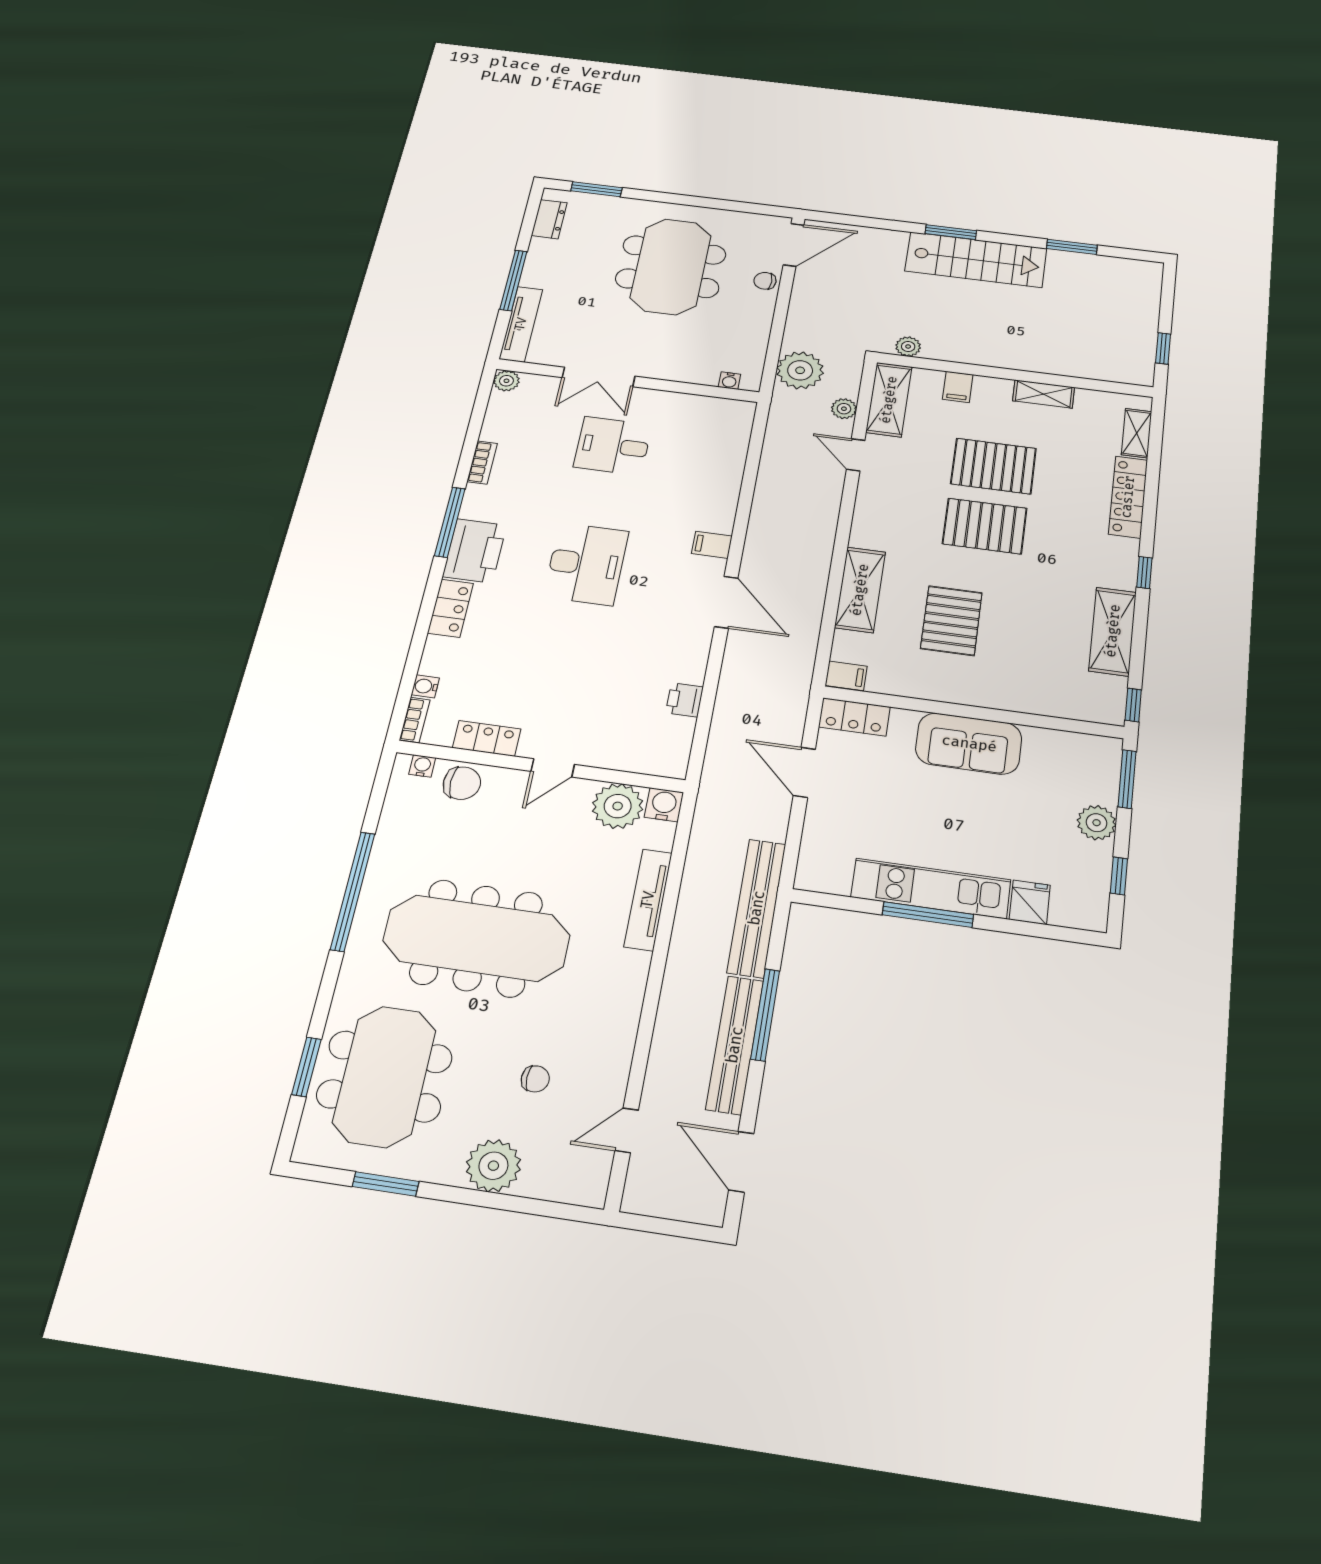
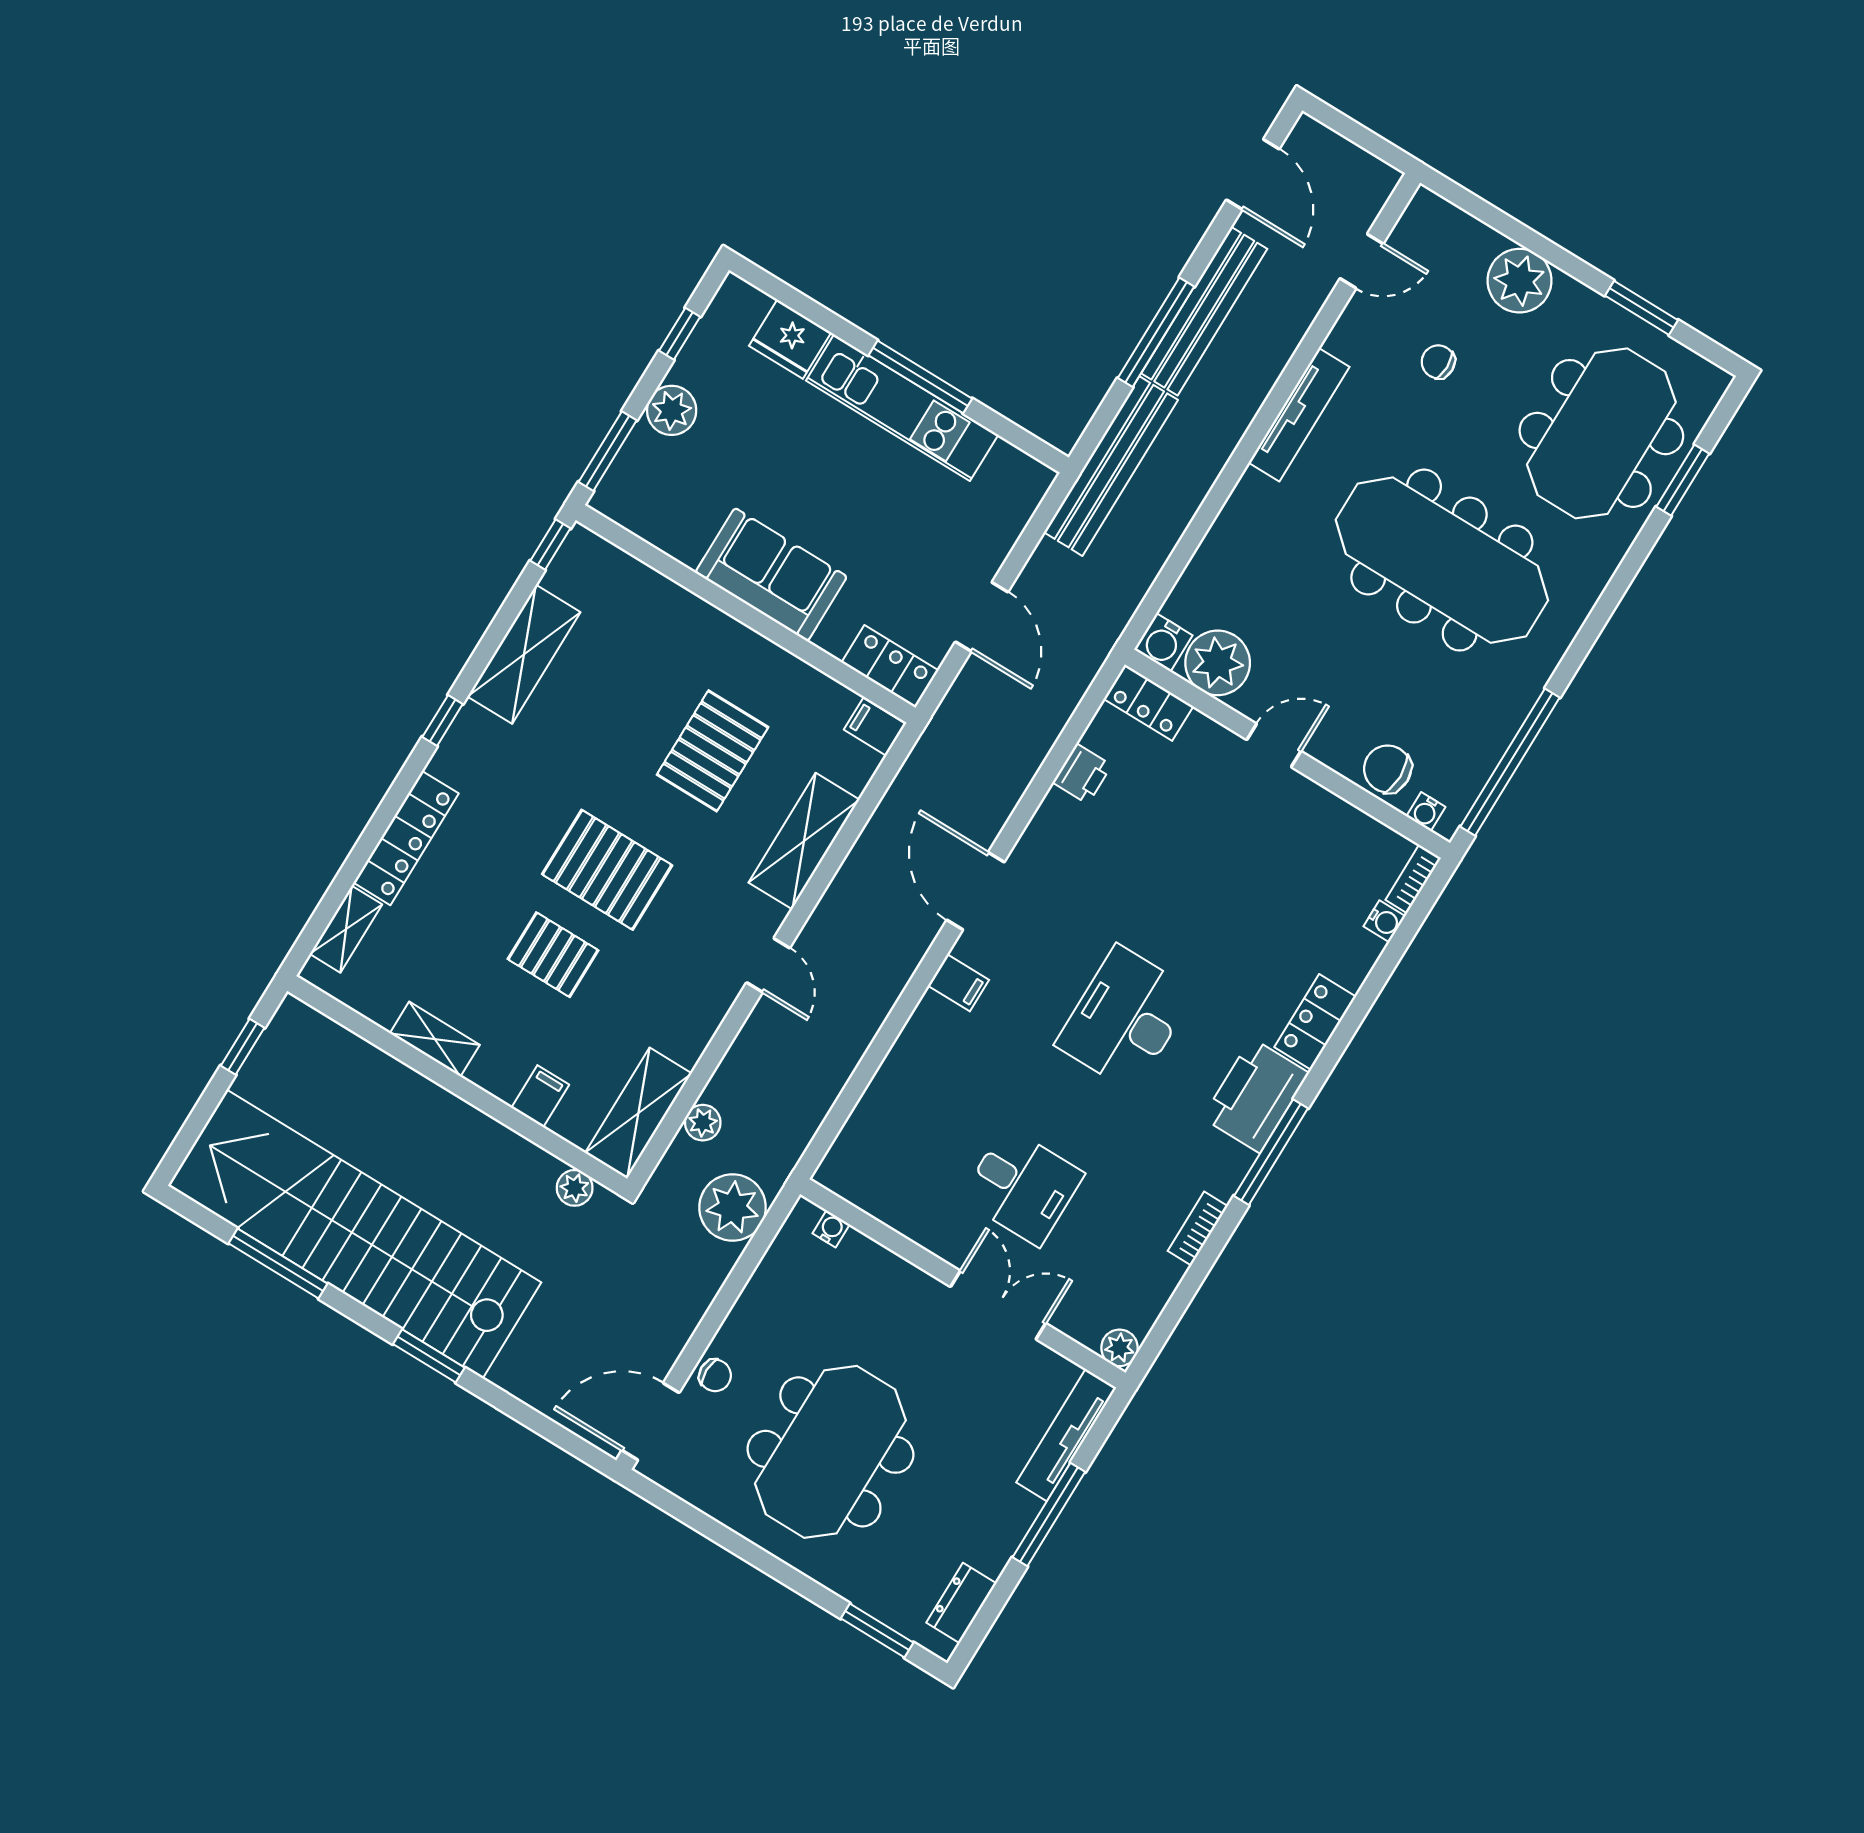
window: (1072, 247) -> (278, 1263), width x1.44
stairs: (976, 260) -> (355, 1234), width x1.86, depth x1.51
door: (856, 455) -> (768, 965), moved
pallet: (993, 466) -> (553, 955), width x0.67, depth x0.71
locker: (487, 738) -> (1148, 703), moved
window: (353, 891) -> (1510, 762), moved
tv unit: (648, 900) -> (1299, 415), moved
fridge: (1030, 902) -> (790, 339), width x1.38

